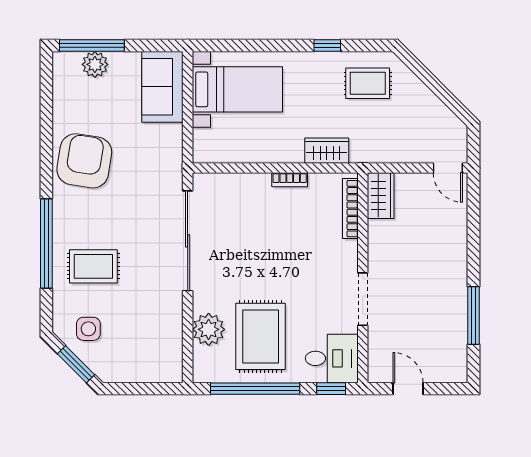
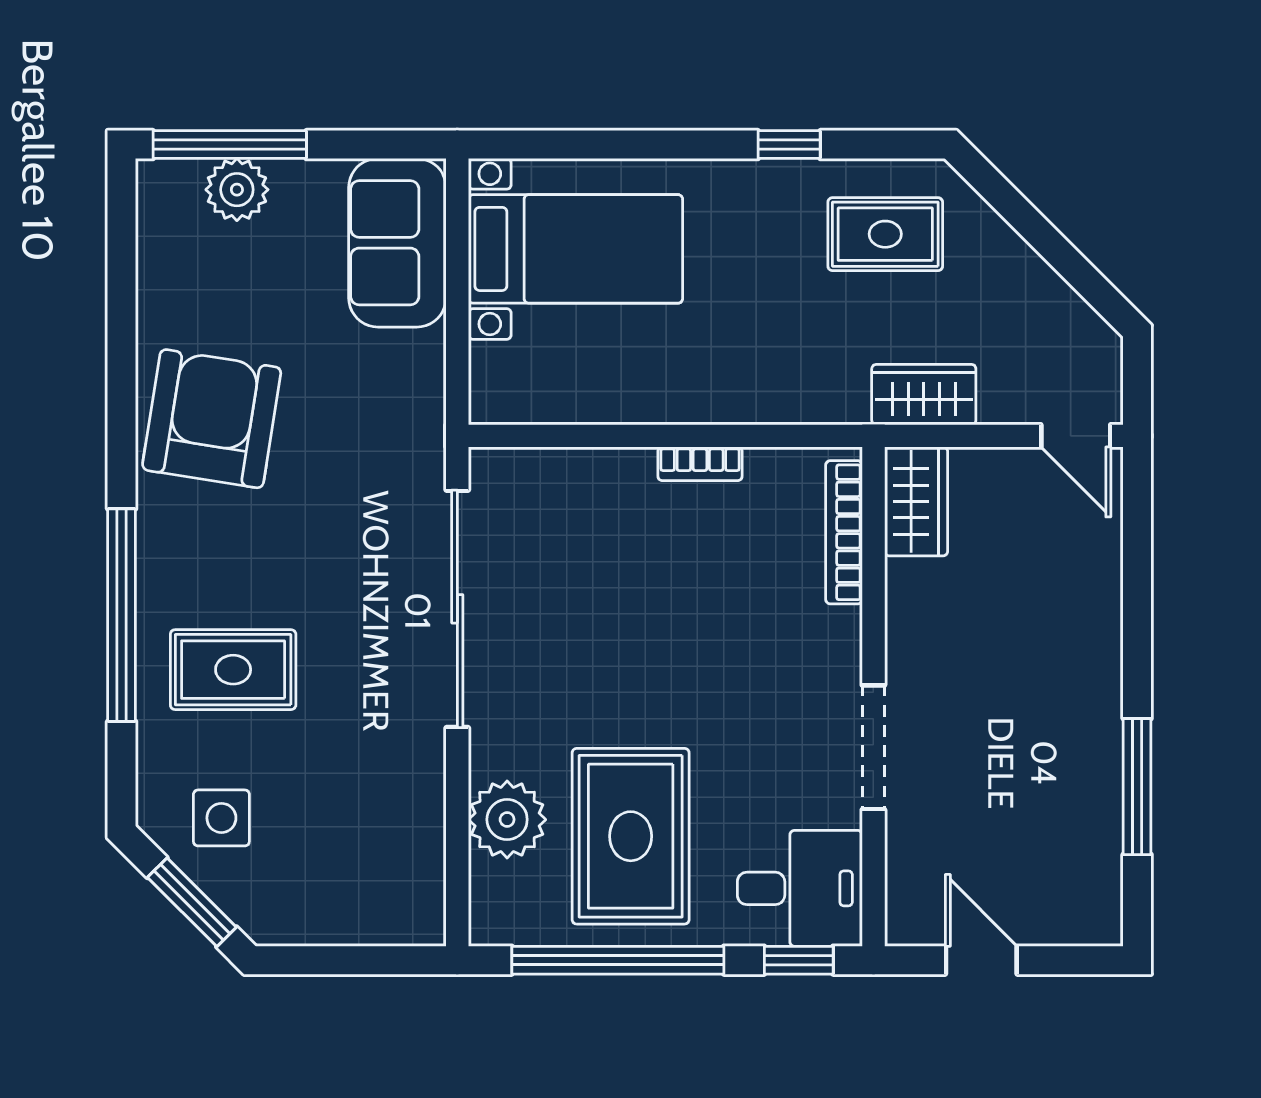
wardrobe: (327, 151) -> (924, 395), moved

